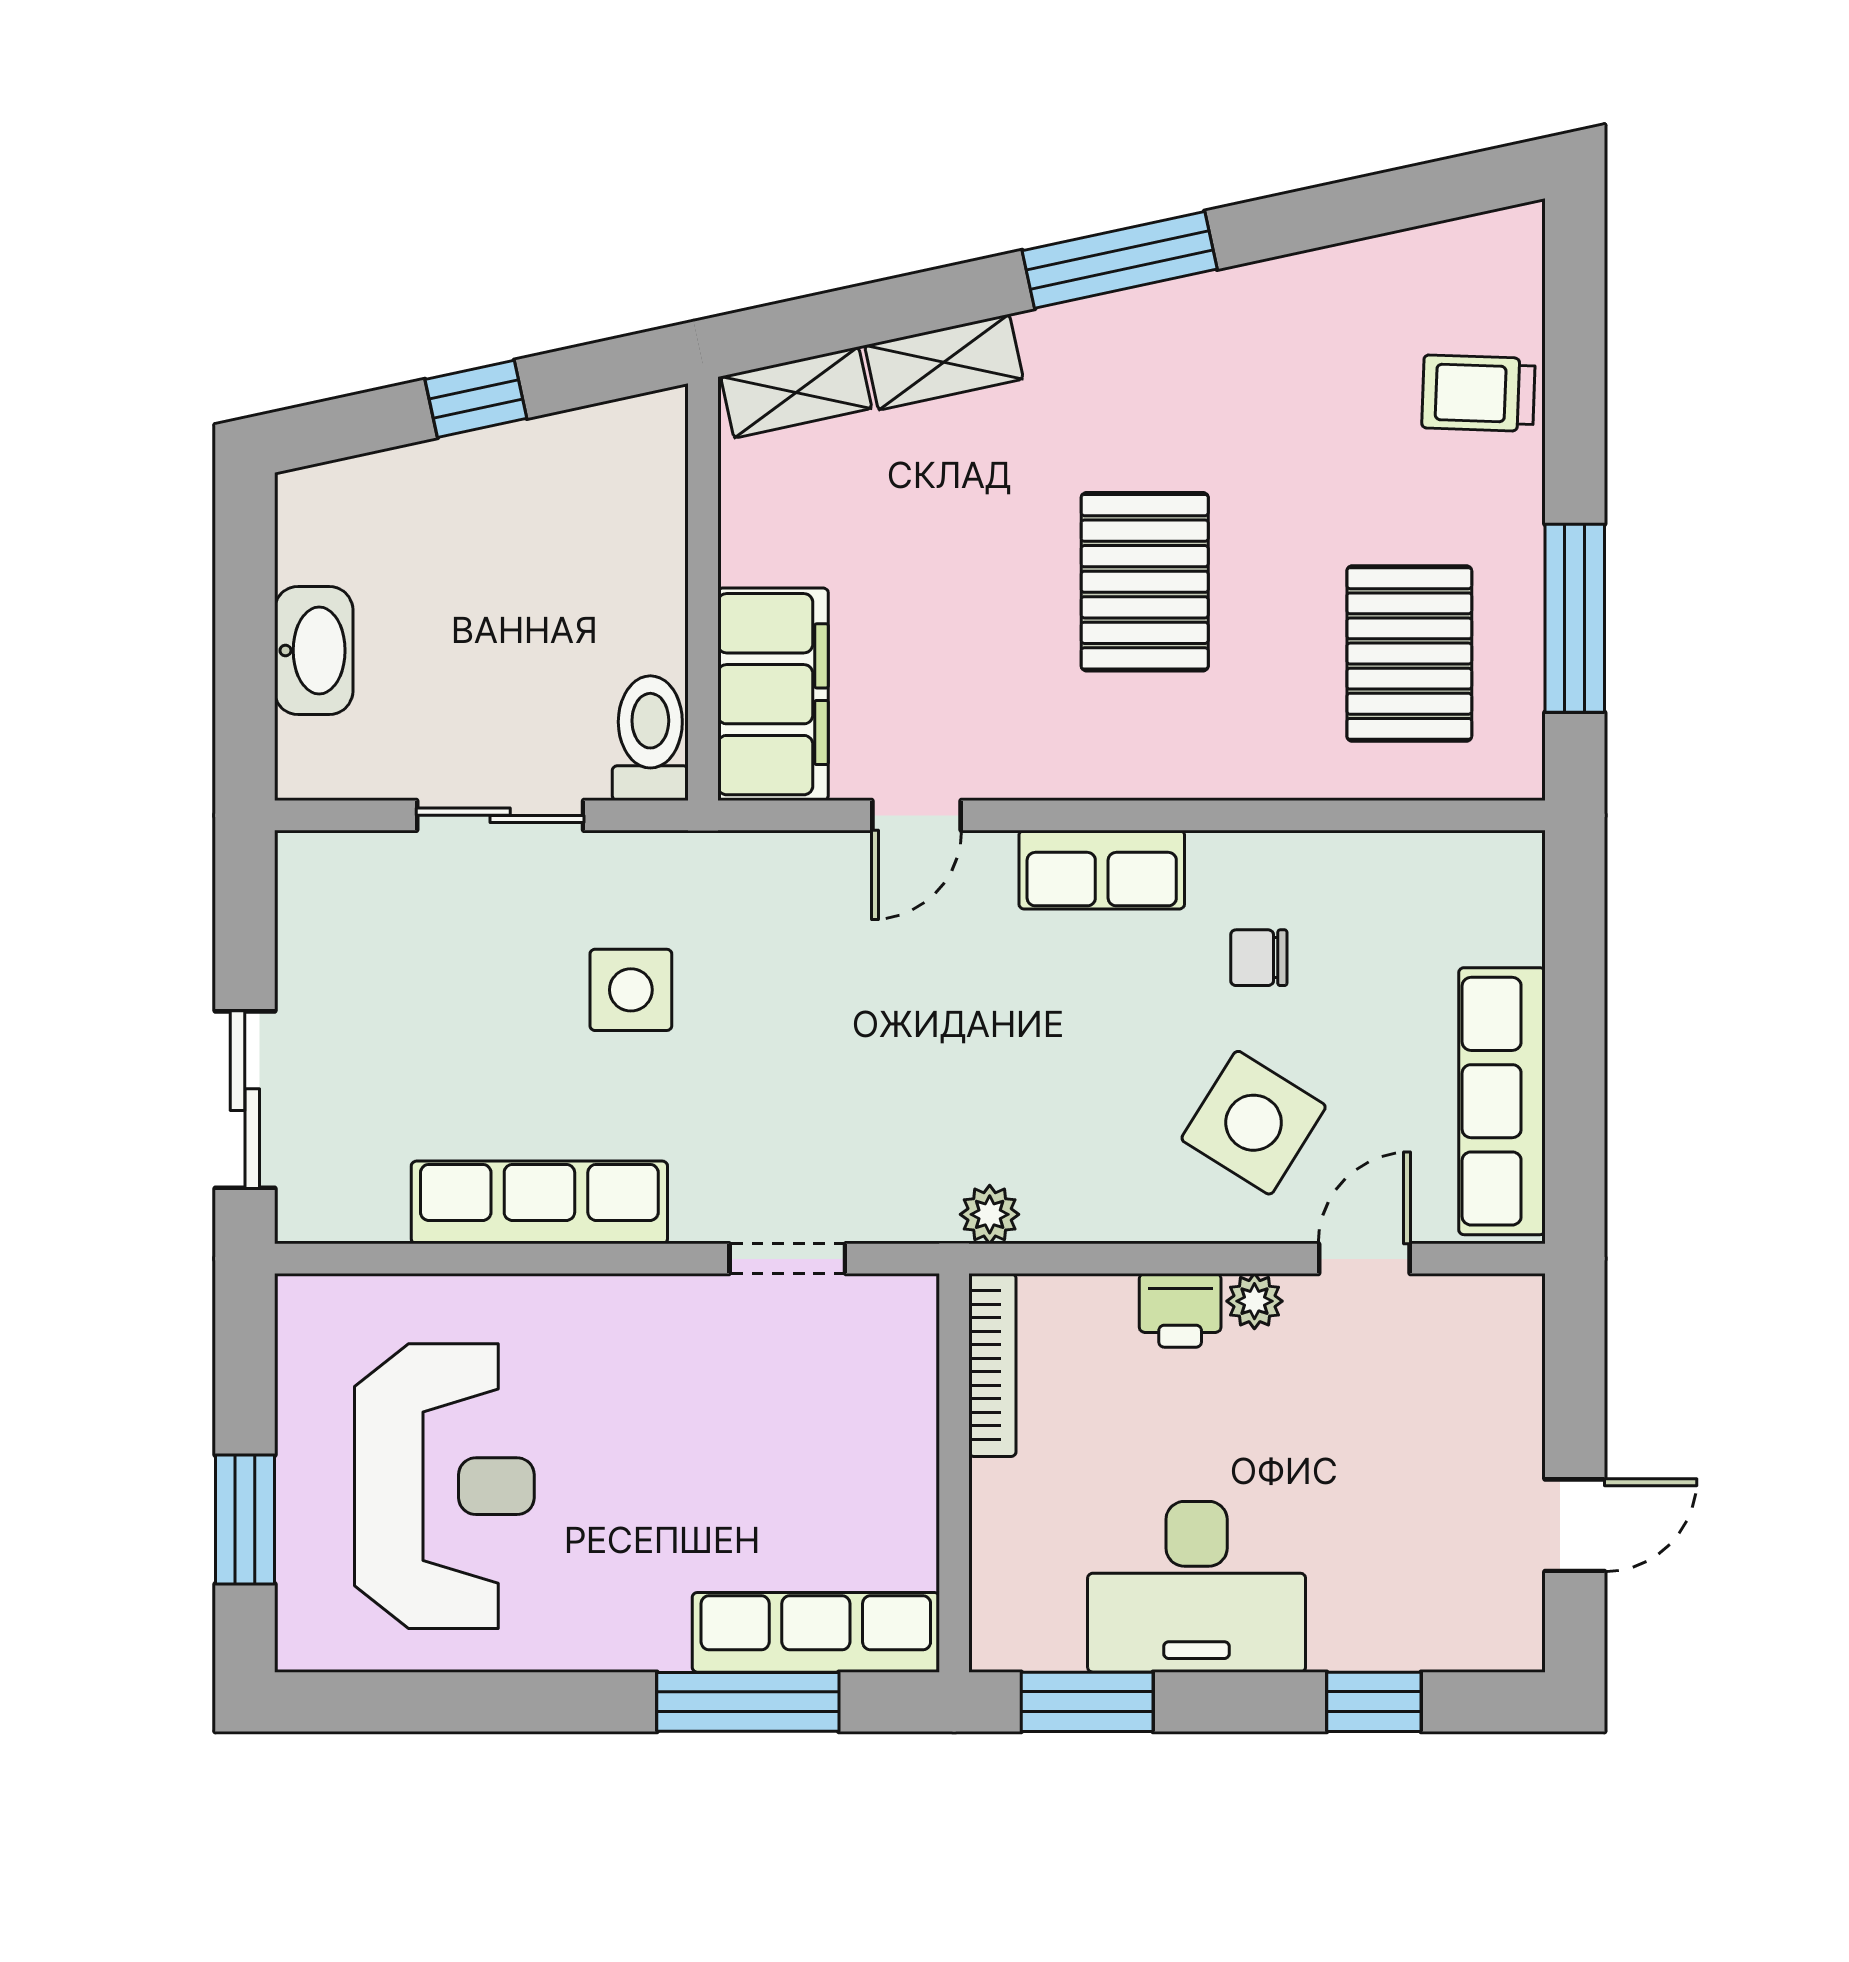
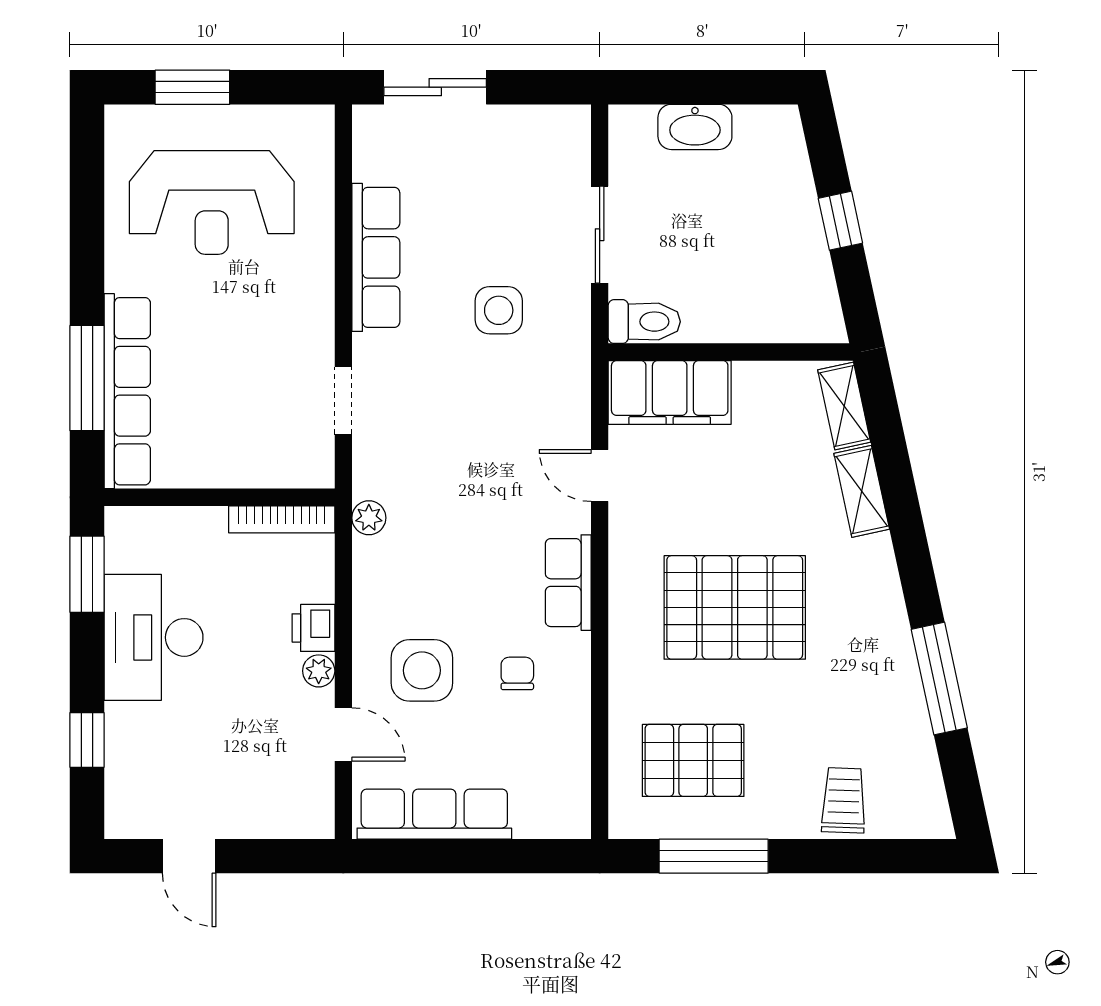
window: (1120, 260) -> (939, 679), moved
pallet: (1145, 582) -> (735, 607), width x1.37, depth x1.41
side table: (1254, 1123) -> (422, 670), turned -32
row of seats: (816, 1632) -> (127, 391), width x1.36

